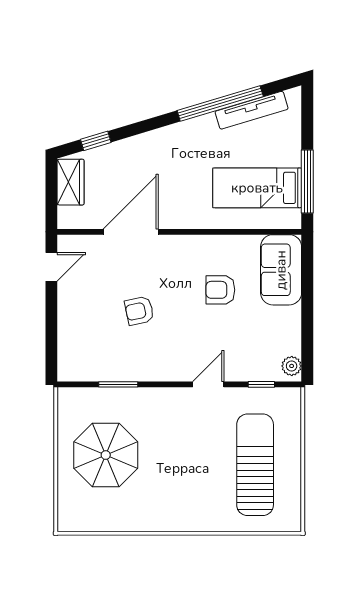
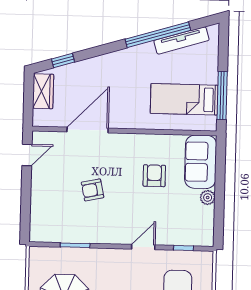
armchair: (220, 290) -> (154, 176), turned 90
plant: (292, 366) -> (208, 197), moved

